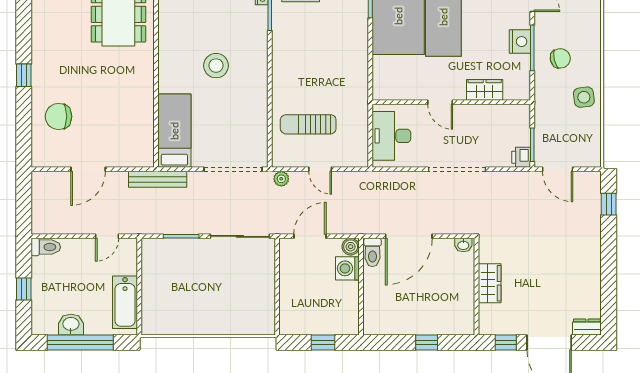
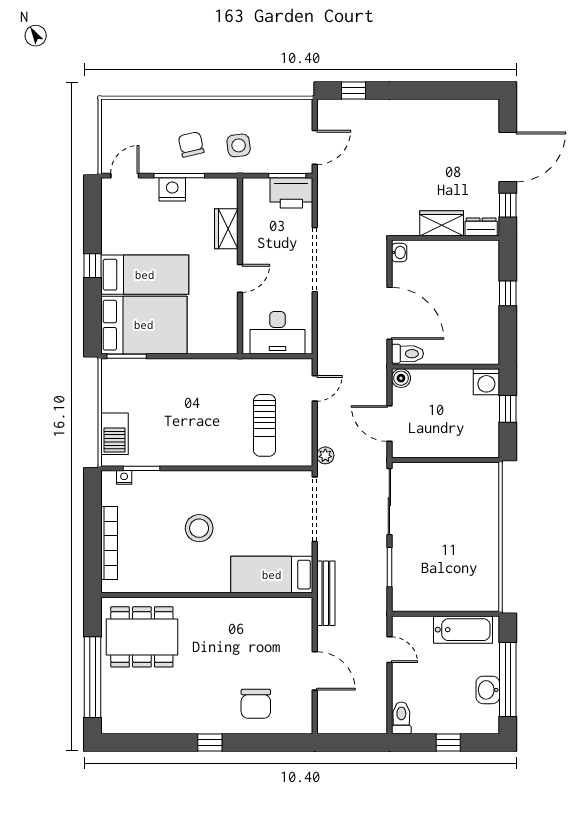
side table: (584, 97) -> (239, 145), moved
printer: (521, 157) -> (291, 193), width x1.87, depth x1.48
door: (320, 169) -> (315, 388), moved
washing machine: (347, 268) -> (486, 382), moved
dresser: (587, 327) -> (481, 227), moved, turned 90

